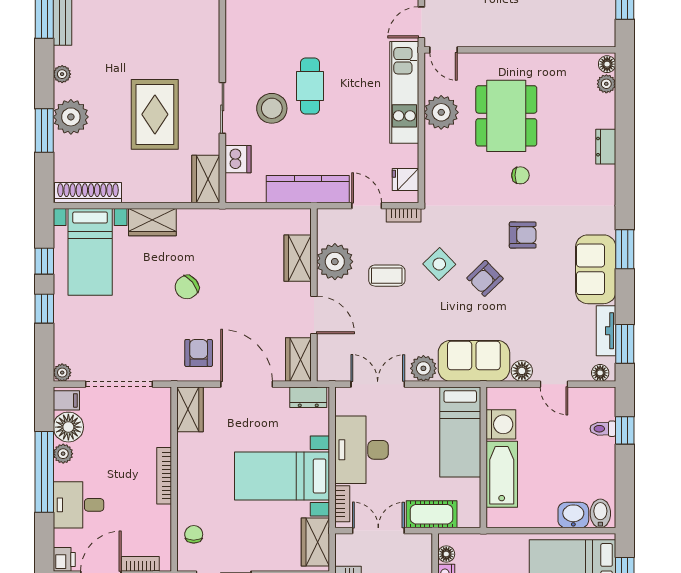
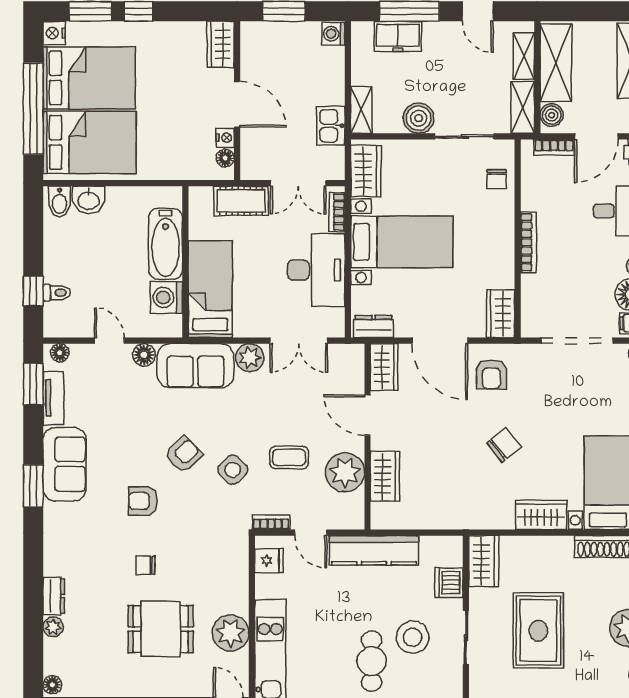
plant: (606, 84) -> (53, 627), moved
dining table: (506, 116) -> (161, 629), width x0.73

